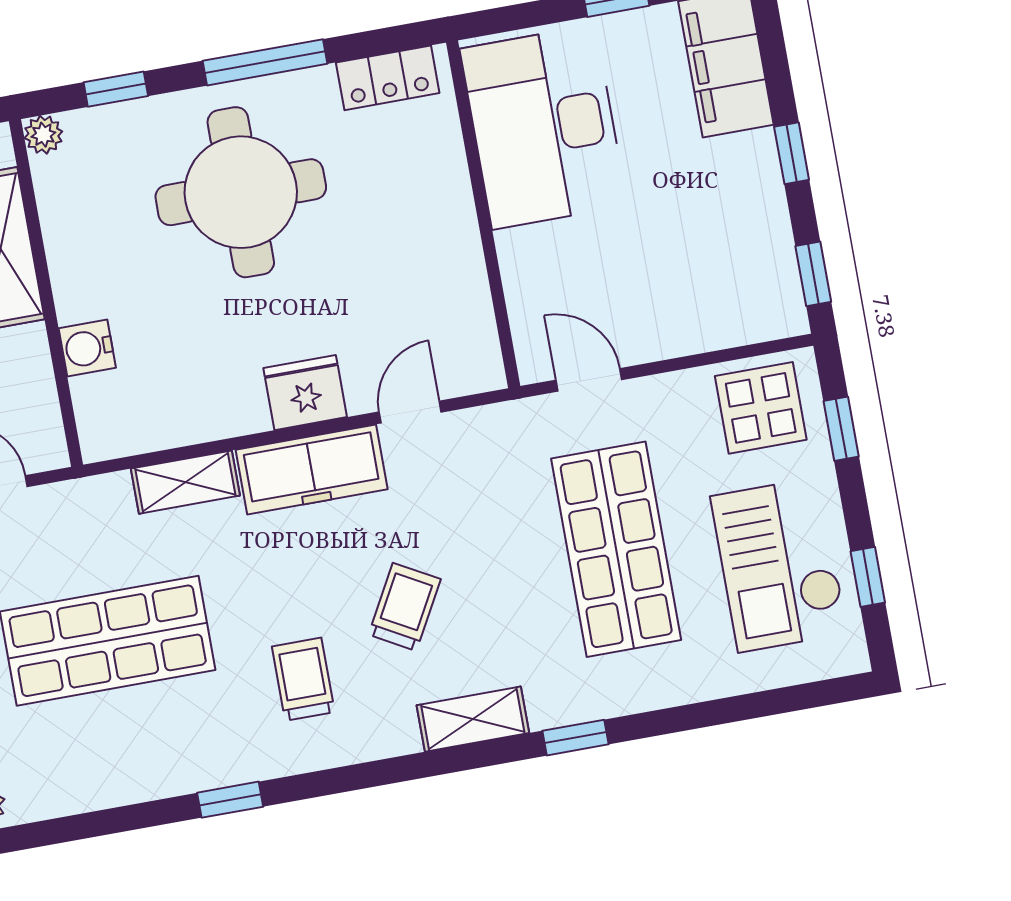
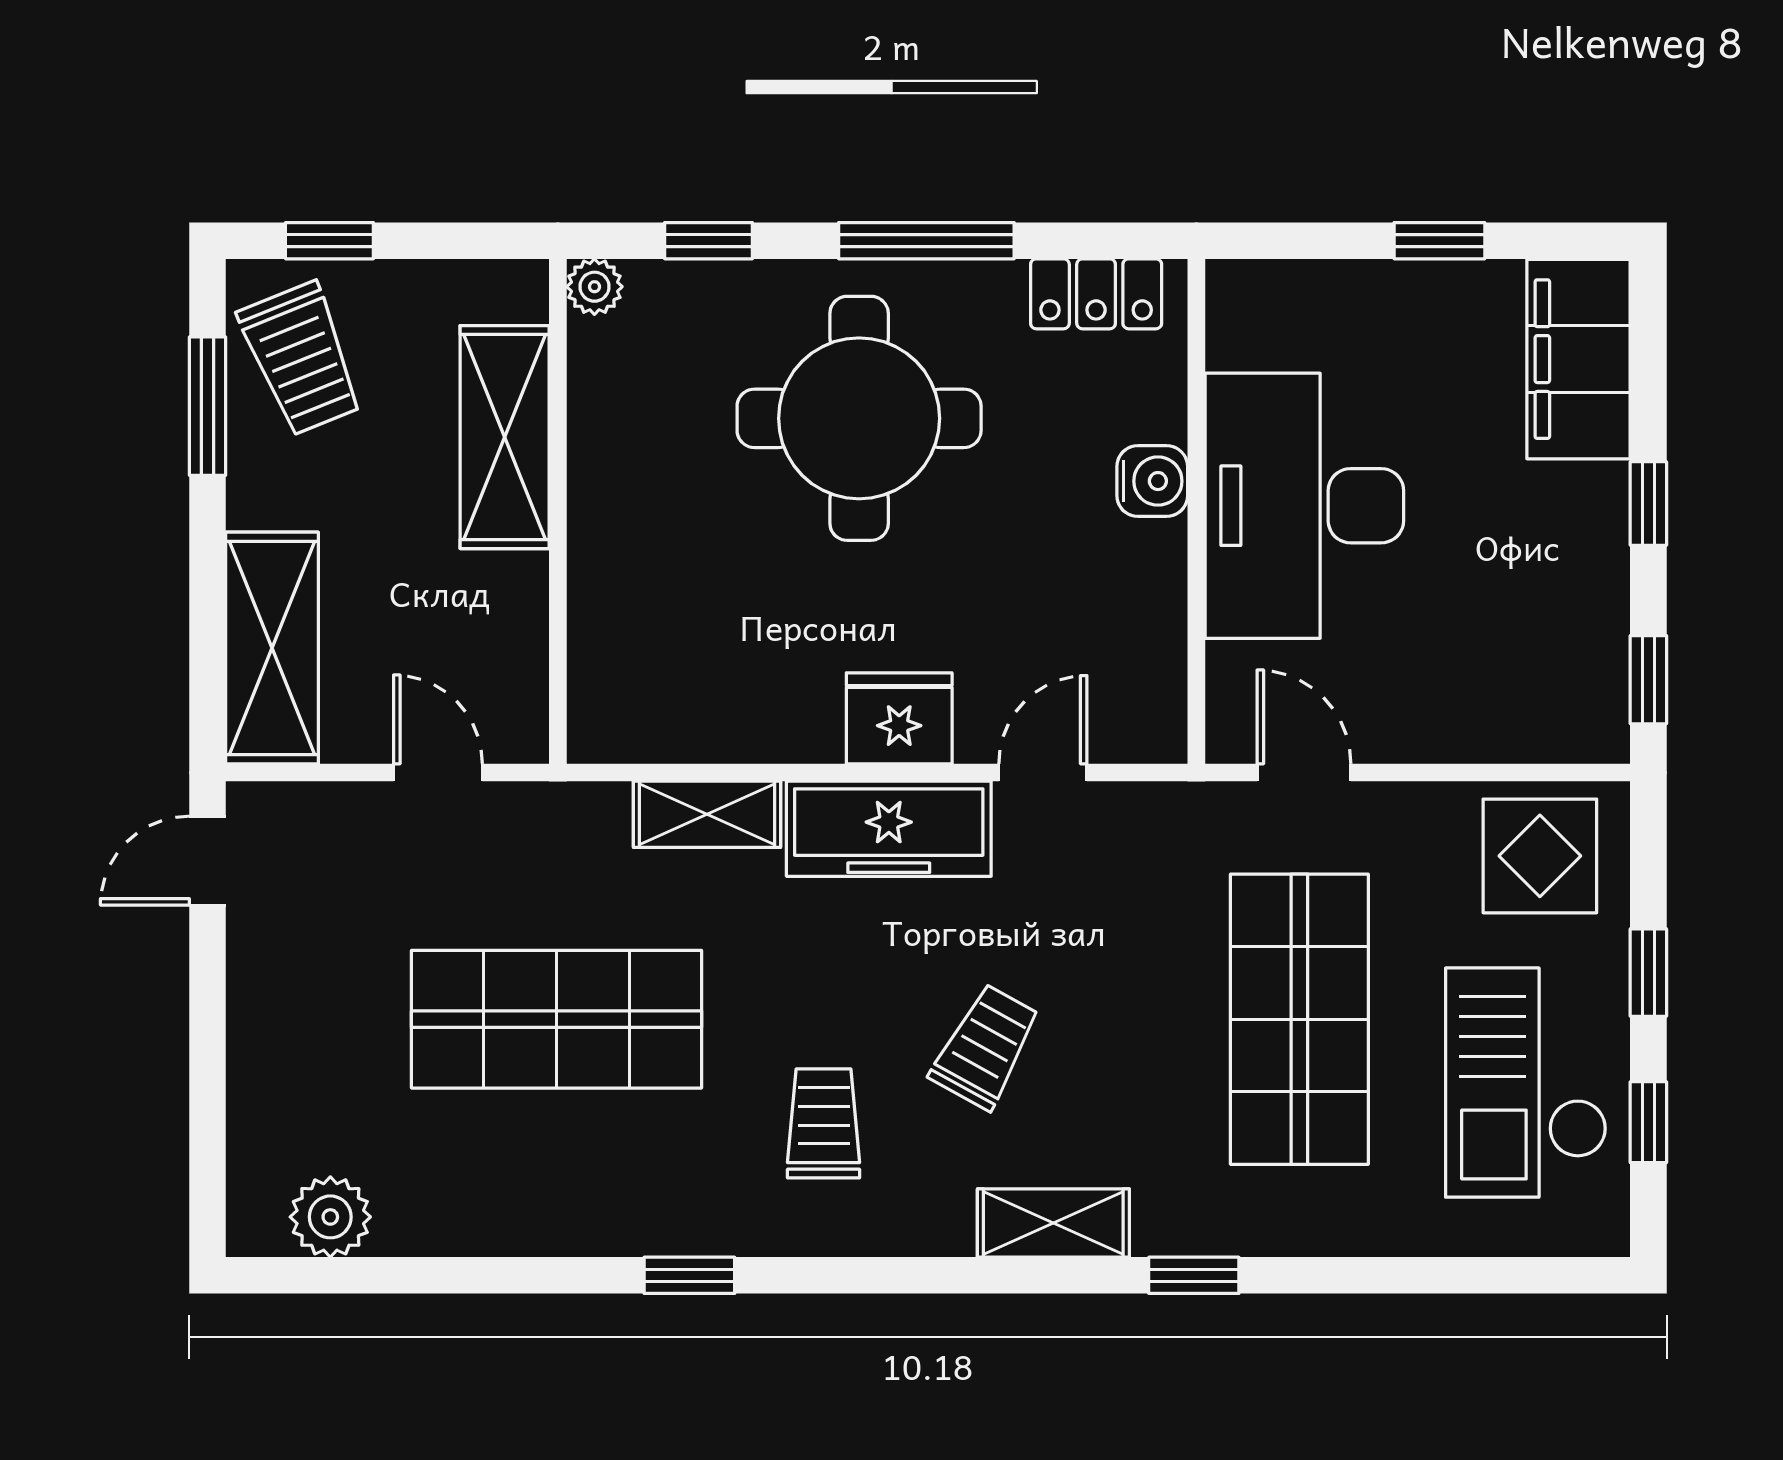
desk: (544, 127) -> (1304, 506), moved
water cooler: (87, 348) -> (1152, 481), moved, turned 180
window: (841, 429) -> (1648, 973), moved

